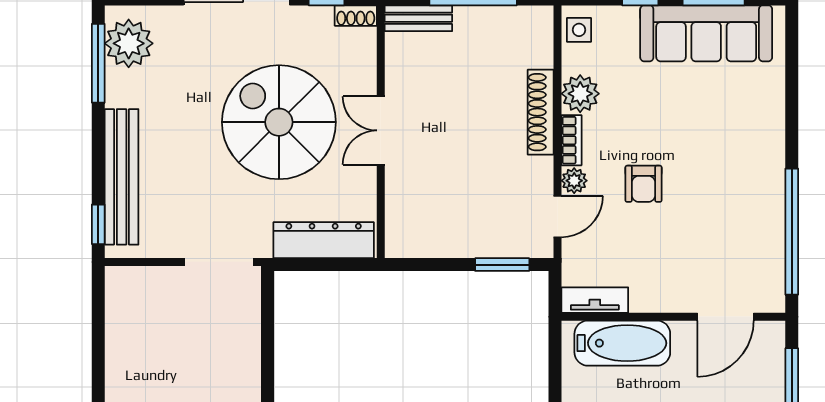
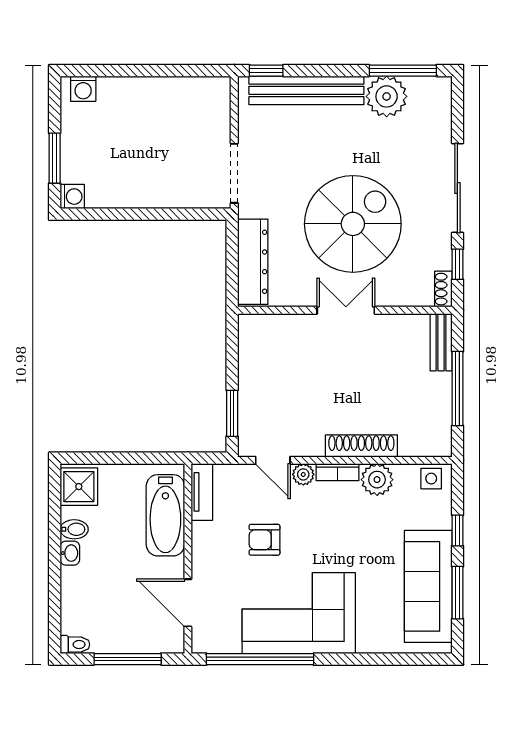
plant: (129, 43) -> (387, 96), moved
armchair: (643, 184) -> (264, 540), moved
corner sofa: (738, 186) -> (299, 613), added

